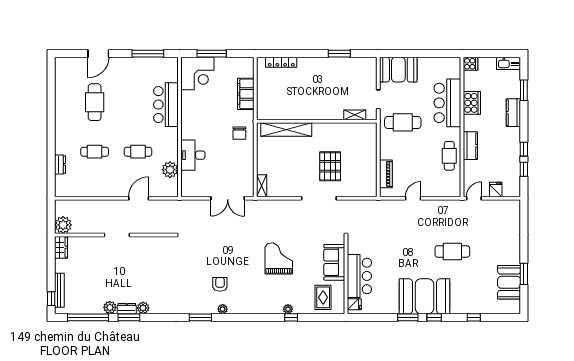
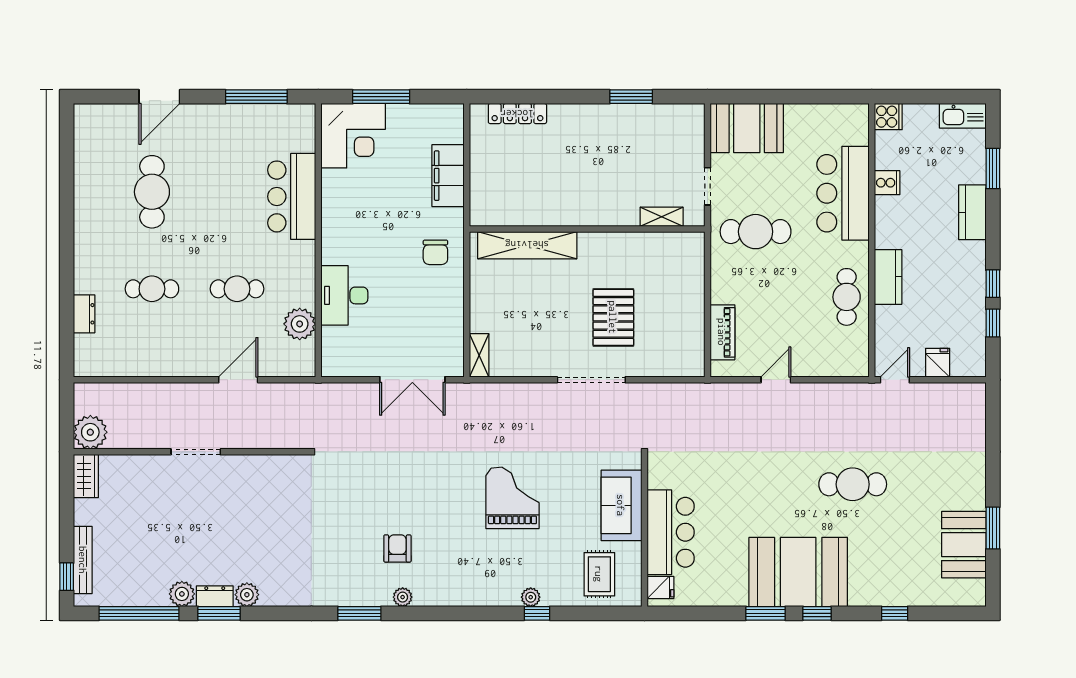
cooker: (472, 103) -> (887, 183), width x0.53, depth x0.76

